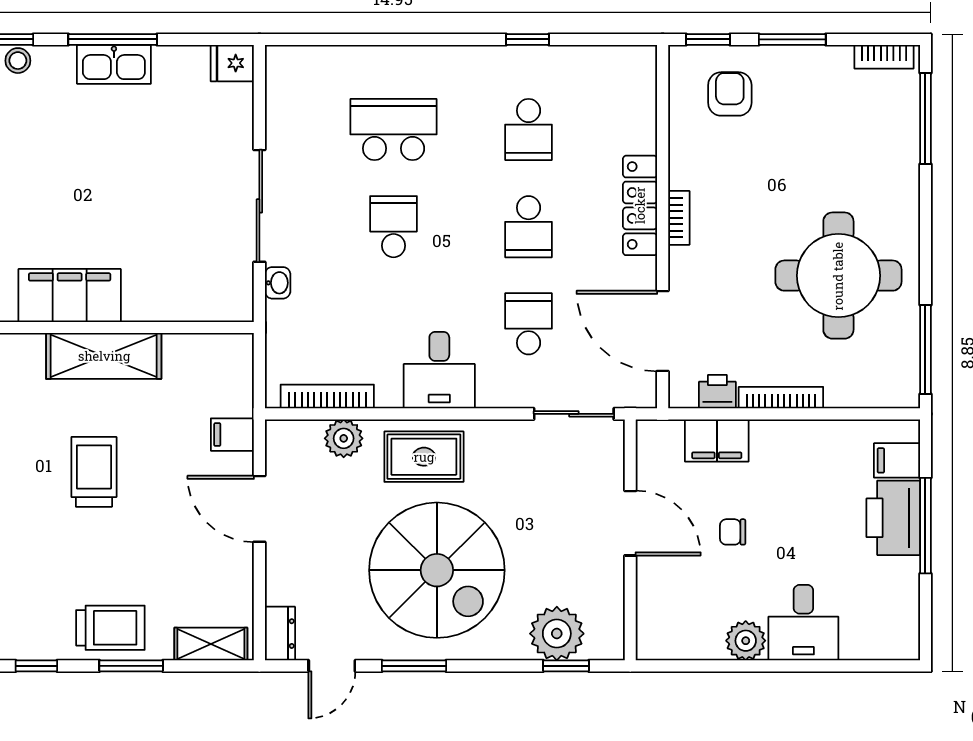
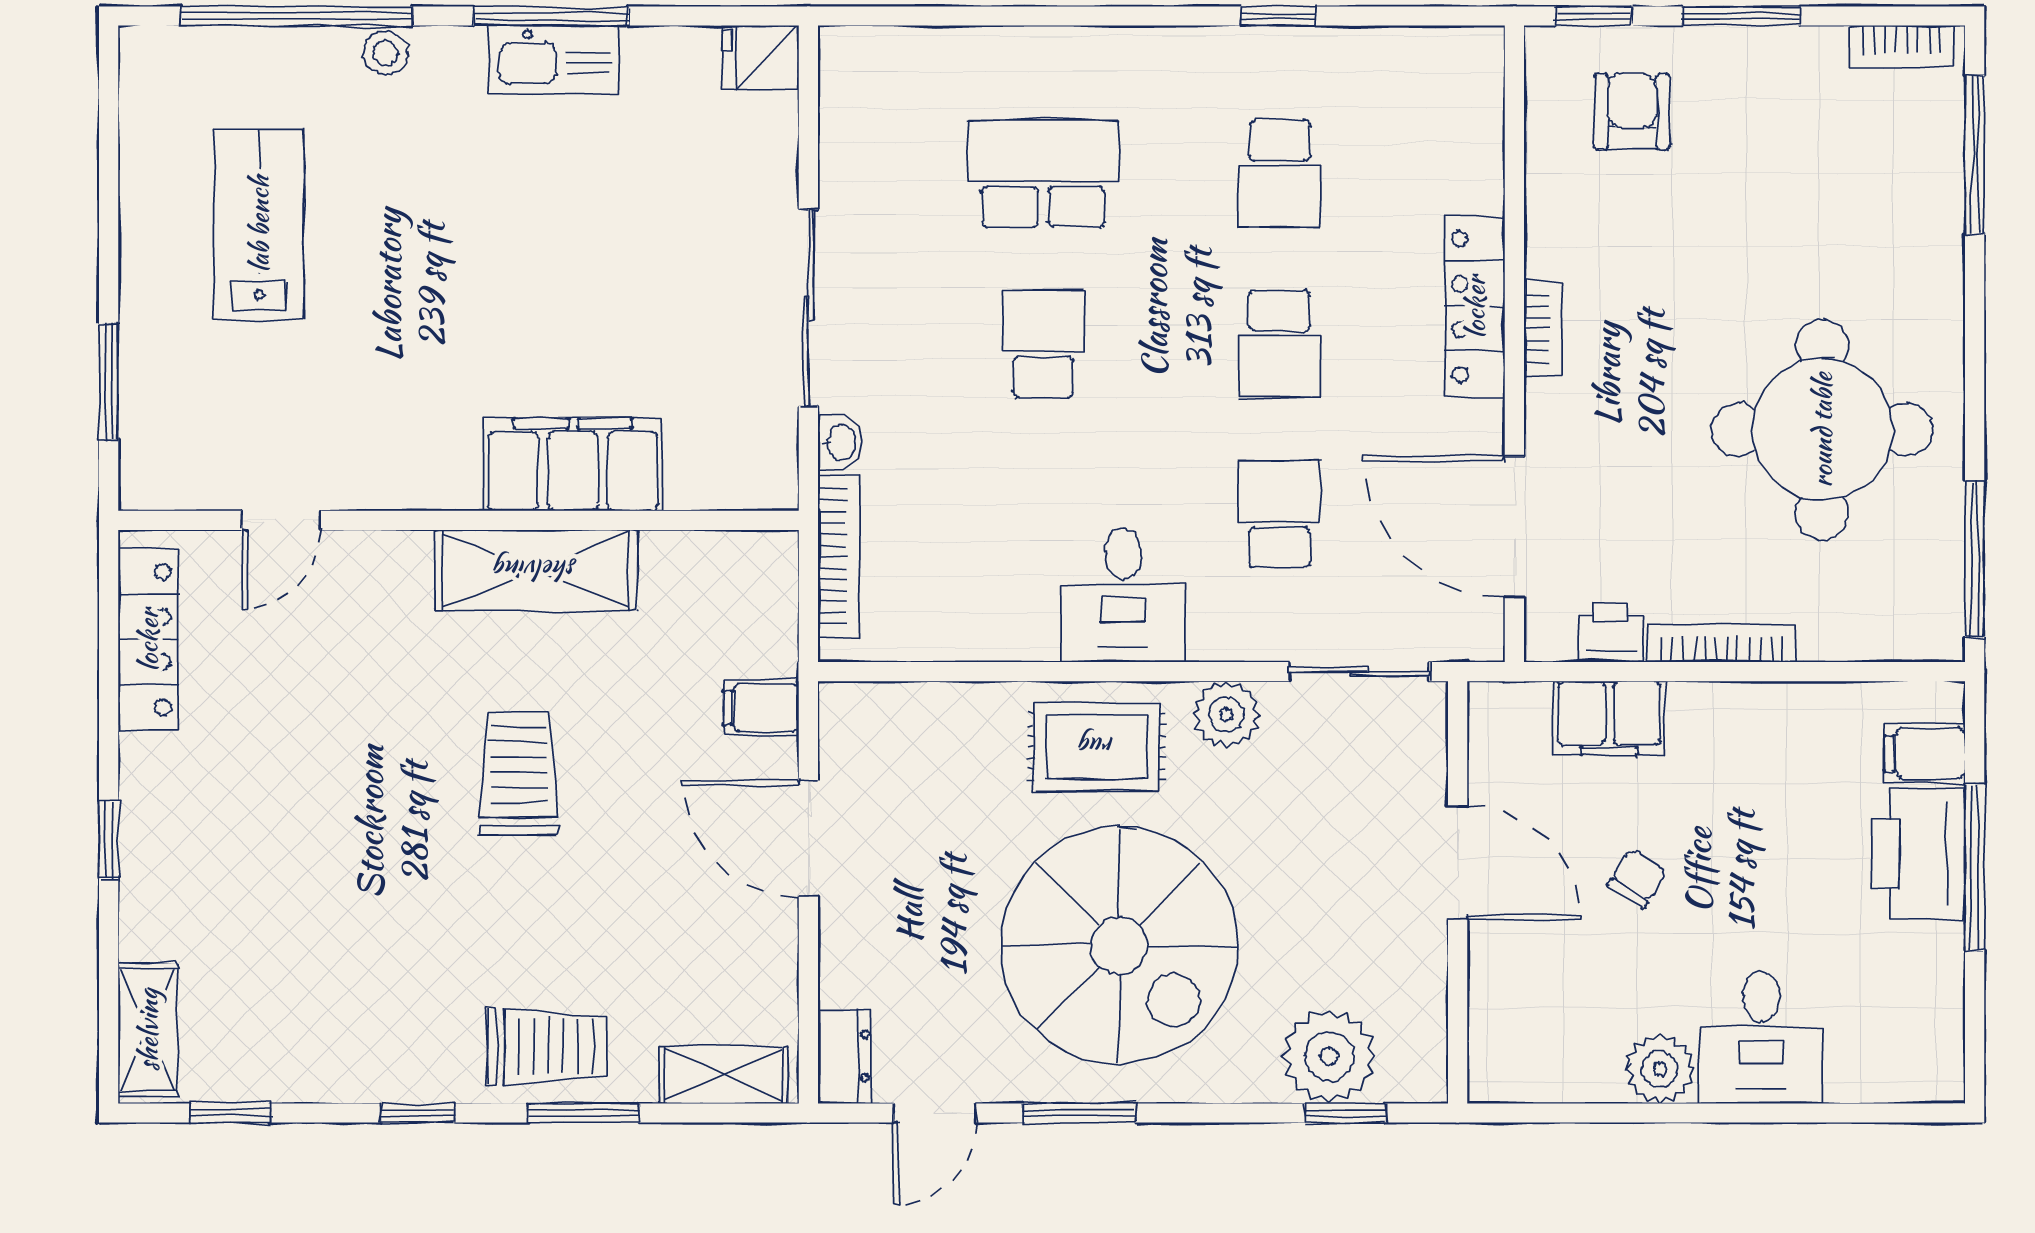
filing cabinet: (70, 296) -> (573, 464), moved
bookcase: (327, 397) -> (839, 557), moved, turned 90
plant: (344, 438) -> (1226, 715), moved
chair: (733, 532) -> (1637, 878), turned 123

